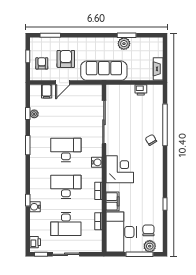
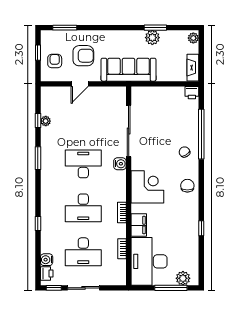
plant: (158, 44) -> (193, 38), added
armchair: (66, 59) -> (83, 56), turned 90
printer: (141, 90) -> (192, 93), moved
filing cabinet: (47, 91) -> (60, 94), removed
water cooler: (97, 162) -> (120, 164), moved
desk: (66, 187) -> (83, 208), turned 180
water cooler: (35, 207) -> (47, 260), moved
chair: (148, 230) -> (187, 186), moved

